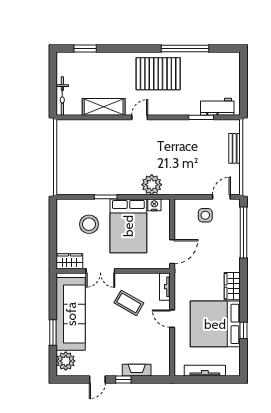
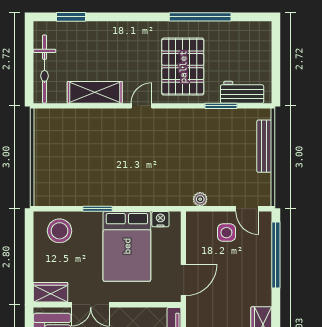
pallet: (158, 74) -> (183, 67), moved, turned 90
bicycle: (62, 96) -> (45, 69), width x1.37, depth x1.40
bench: (235, 148) -> (264, 146), width x1.36
plant: (152, 185) -> (200, 199), moved, width x0.53, depth x0.53
door: (221, 197) -> (247, 209), swing flipped
stool: (89, 224) -> (60, 231), moved

